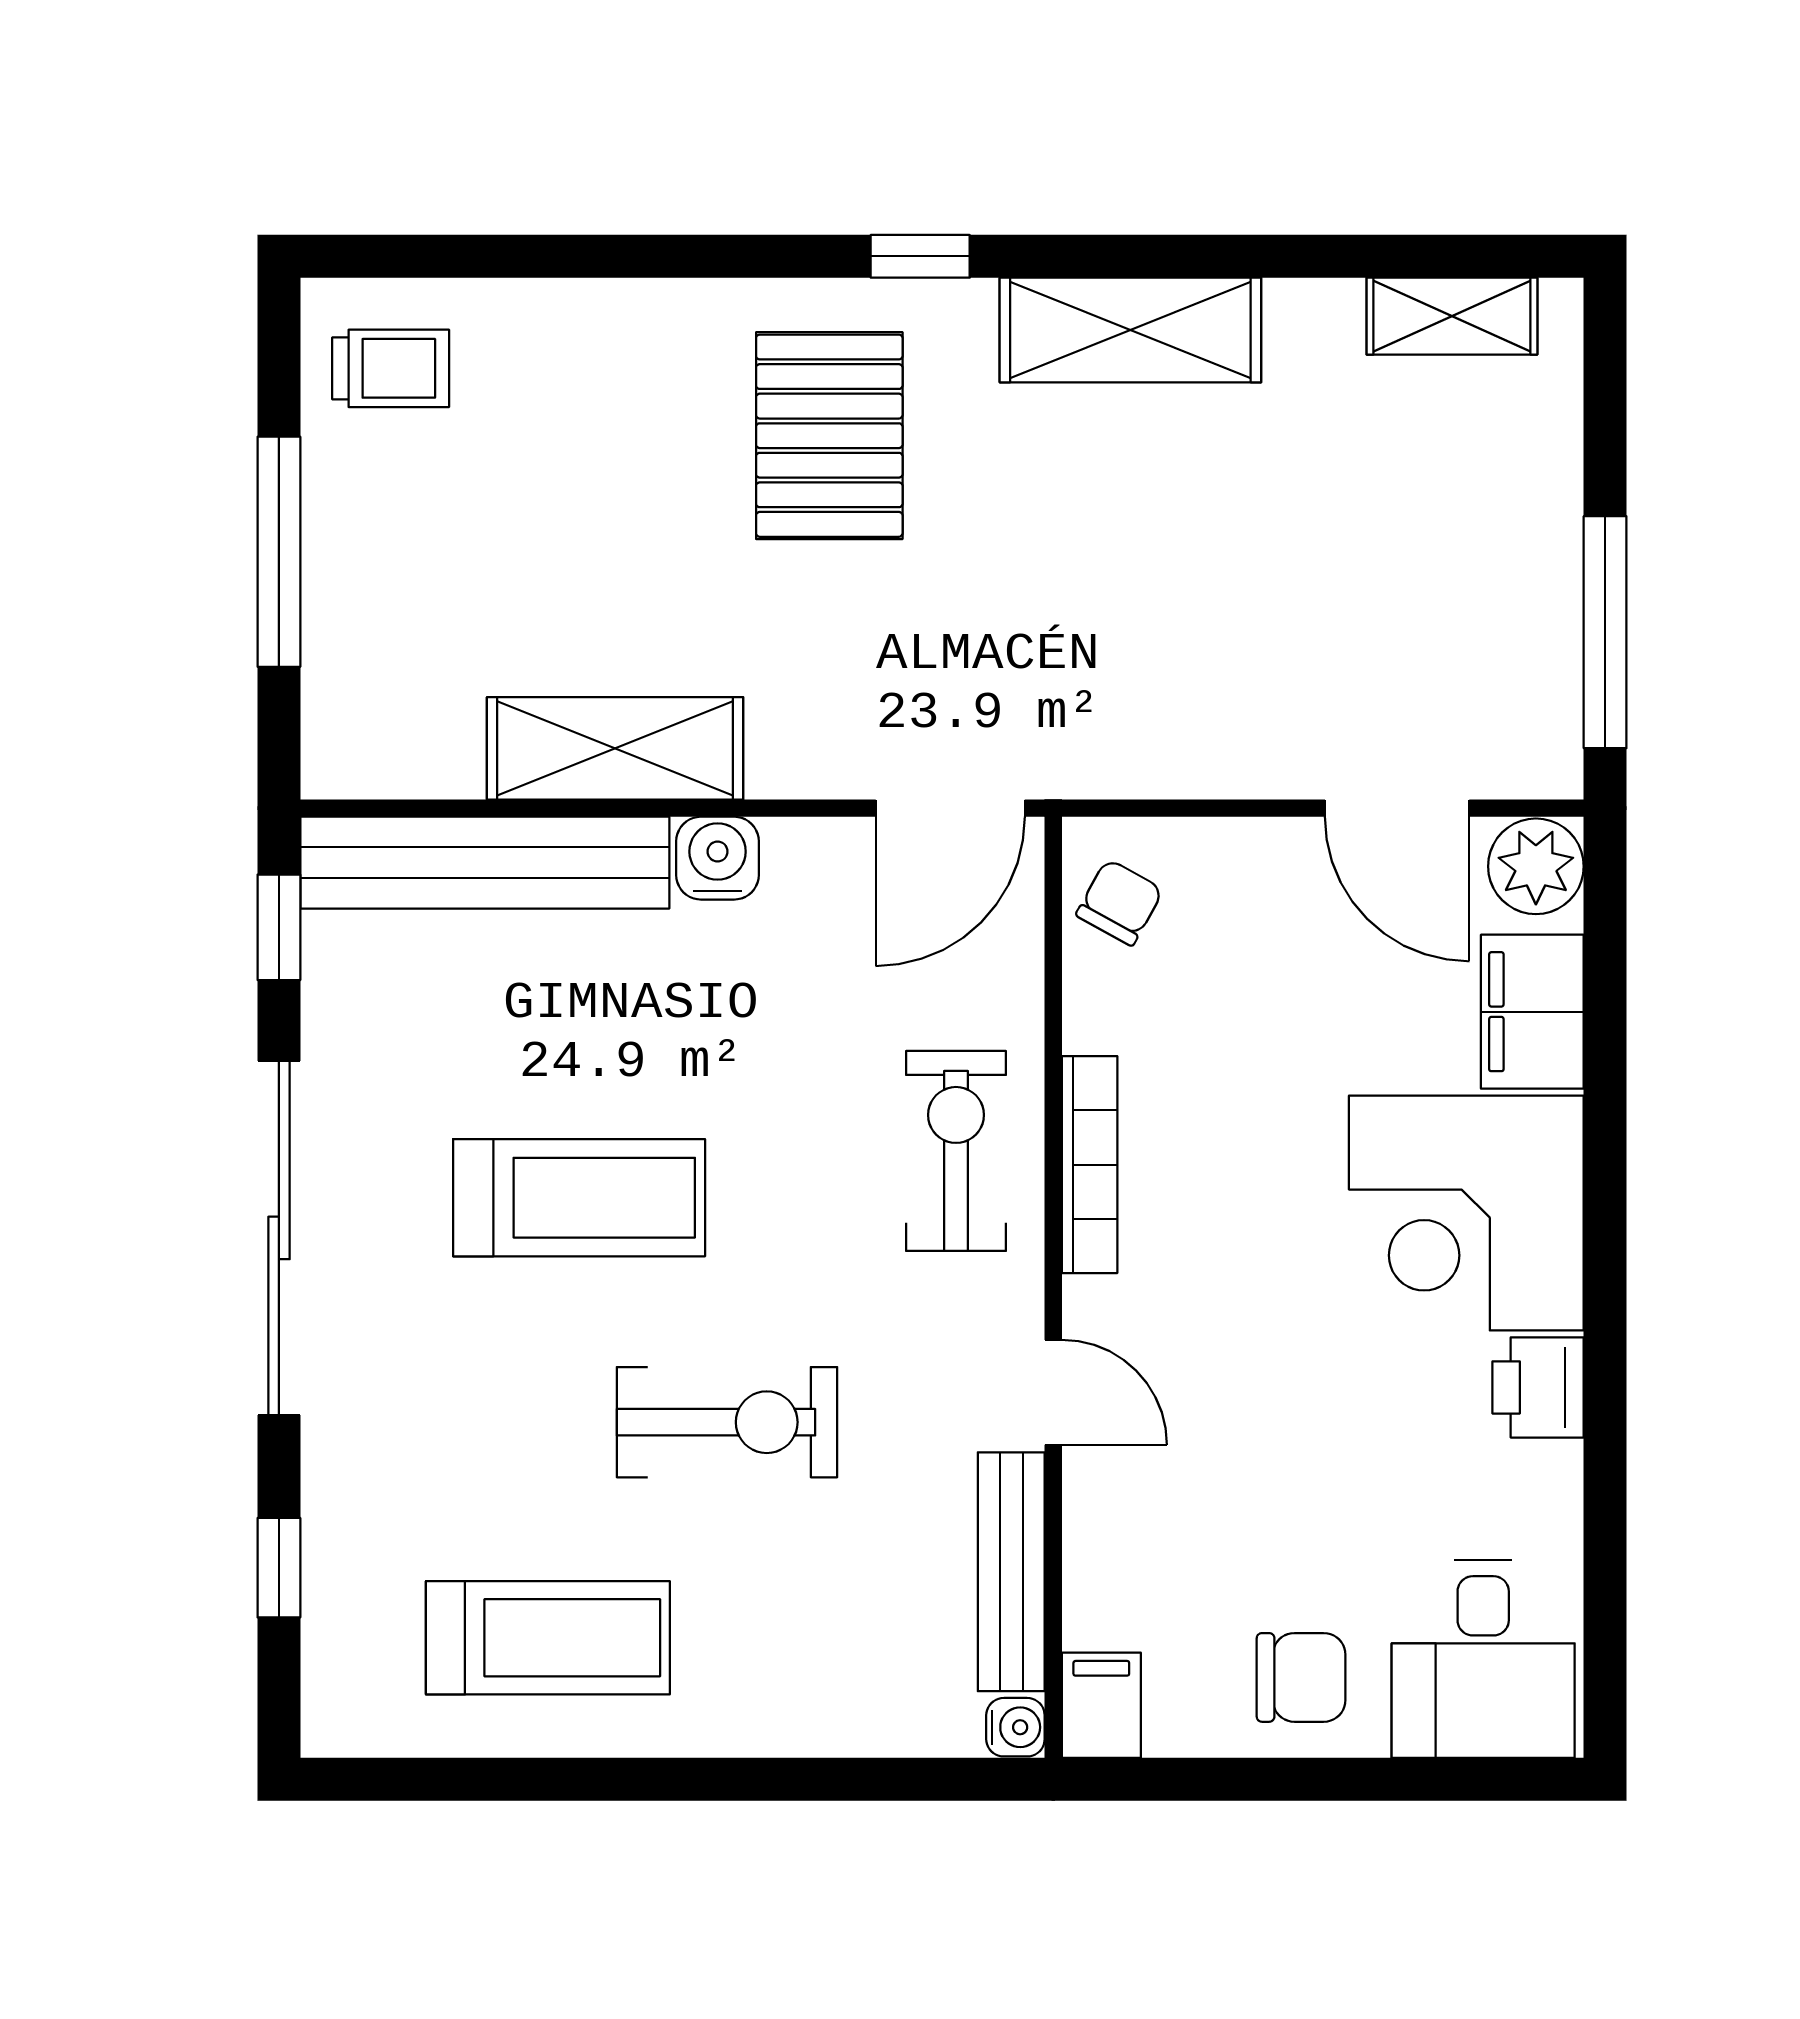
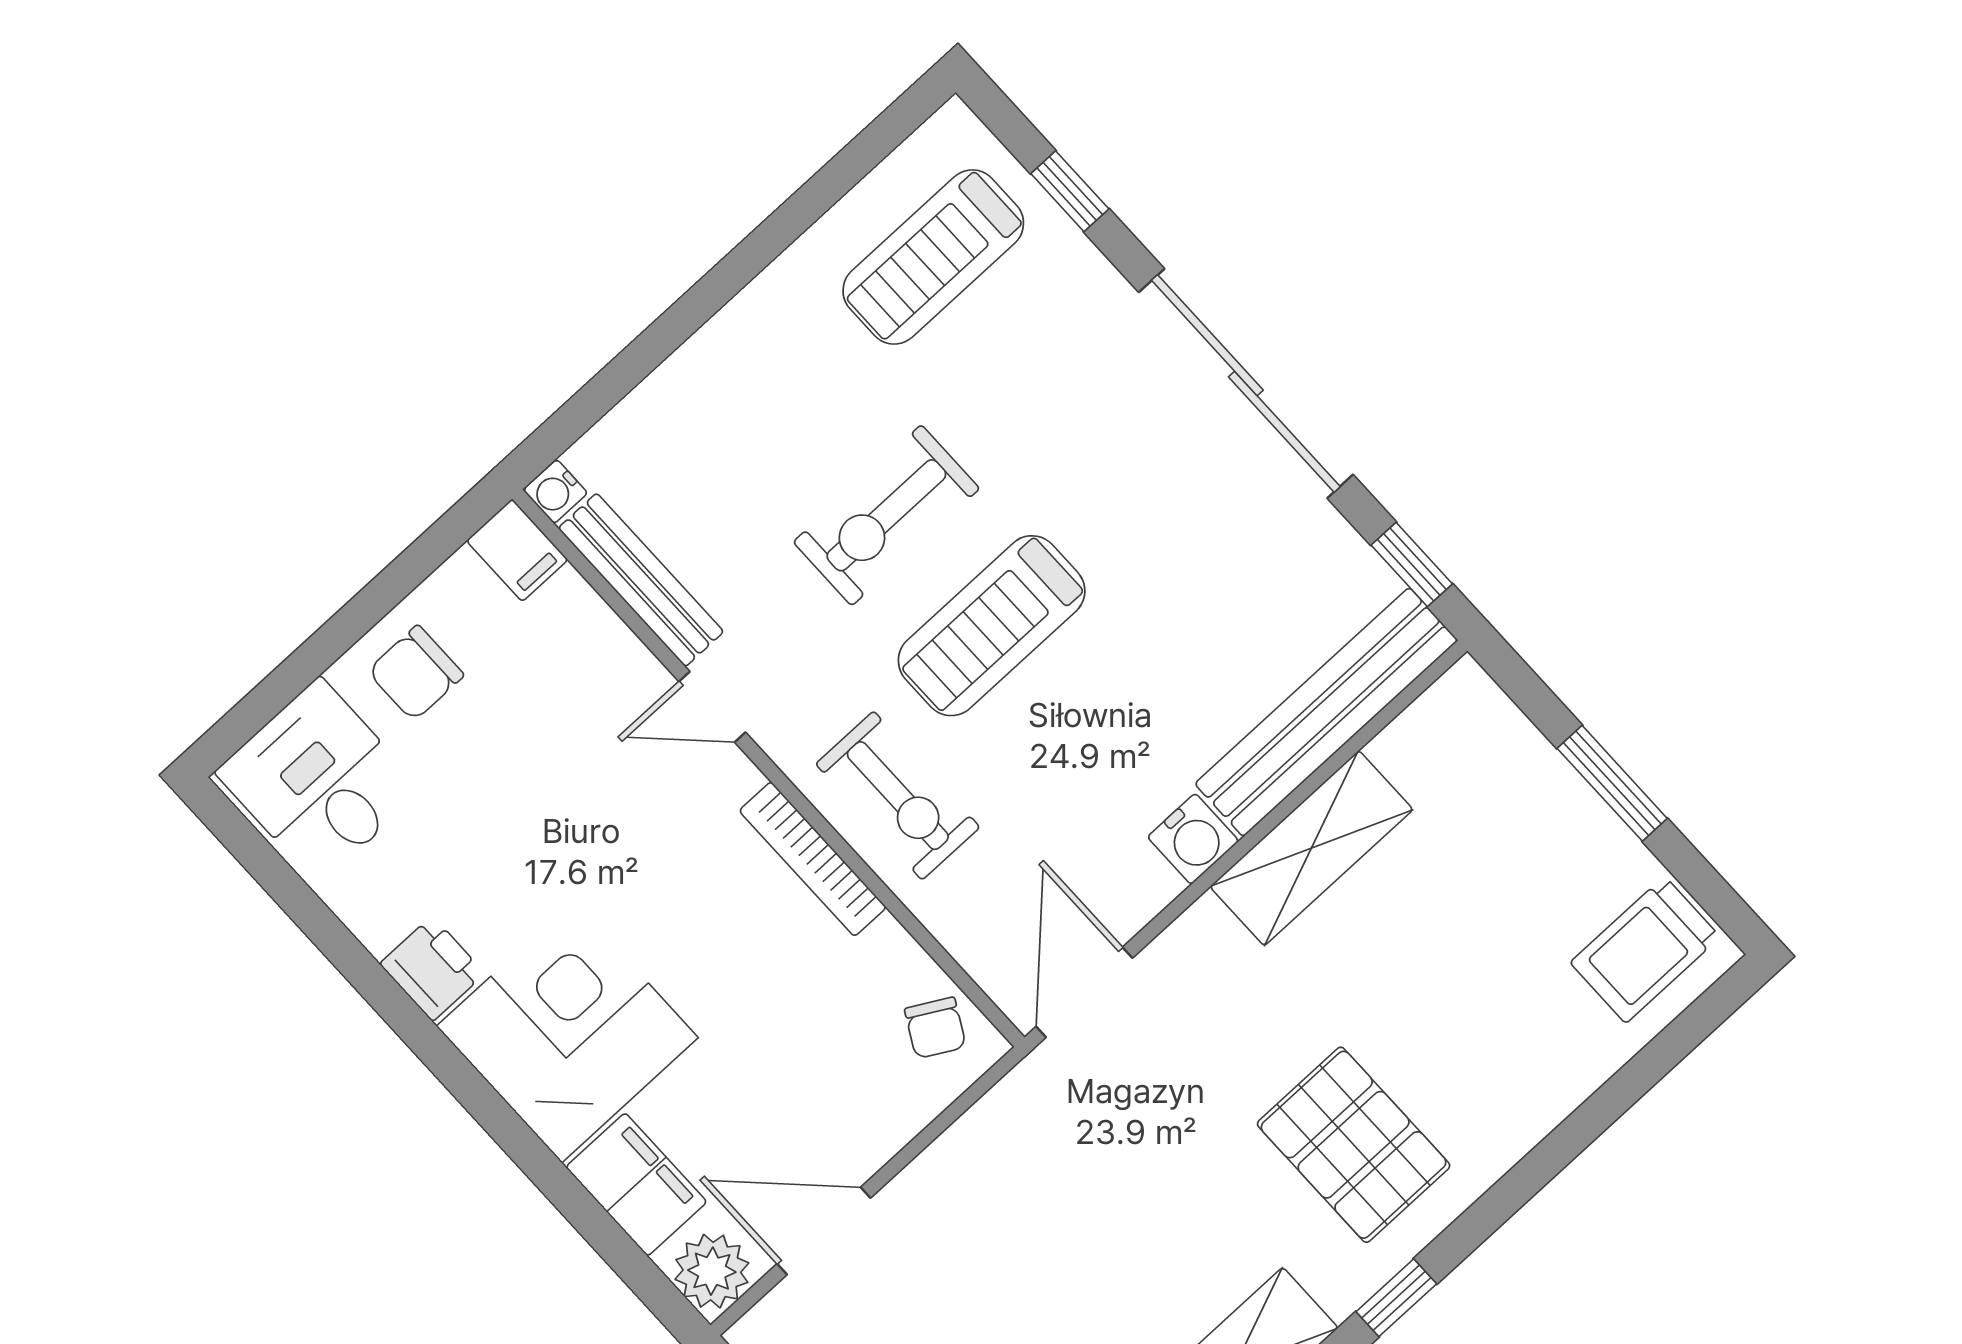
trolley: (391, 368) -> (1645, 950), width x1.36, depth x1.39
window: (279, 552) -> (1612, 783), width x0.69
treadmill: (579, 1198) -> (992, 626), moved
treadmill: (548, 1638) -> (933, 257), moved

